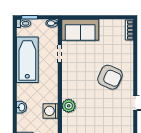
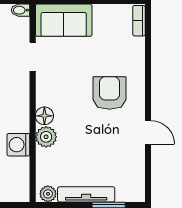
armchair: (110, 77) -> (109, 93), turned -114
floor lamp: (68, 92) -> (44, 116), added

